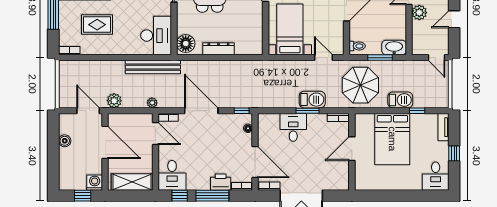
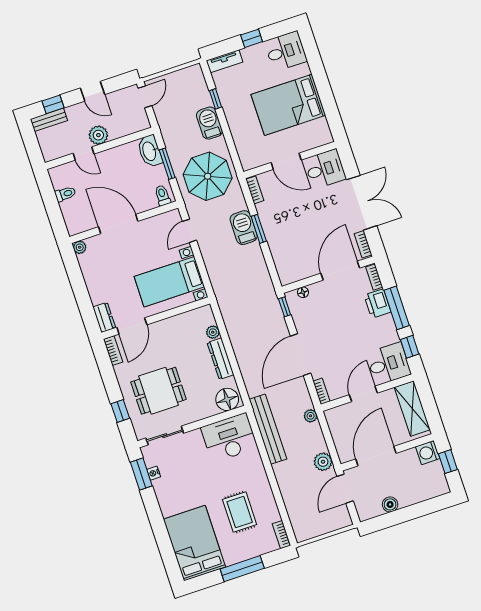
plant: (240, 50) -> (213, 332), added
desk: (293, 127) -> (325, 169), moved, turned 180
door: (155, 133) -> (363, 394), moved
bed: (392, 139) -> (288, 105), moved, turned 180

